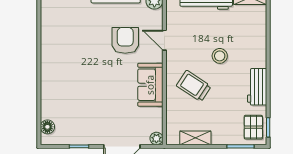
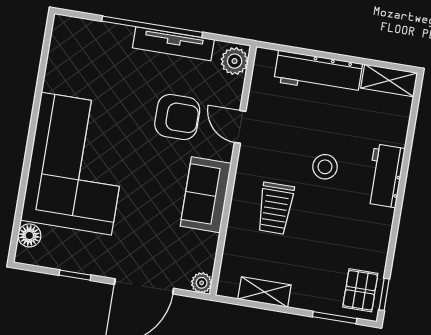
armchair: (125, 40) -> (177, 117), turned 90
corner sofa: (69, 79) -> (76, 164), added
trolley: (194, 86) -> (275, 208), turned -123
workbench: (257, 87) -> (385, 176), moved

